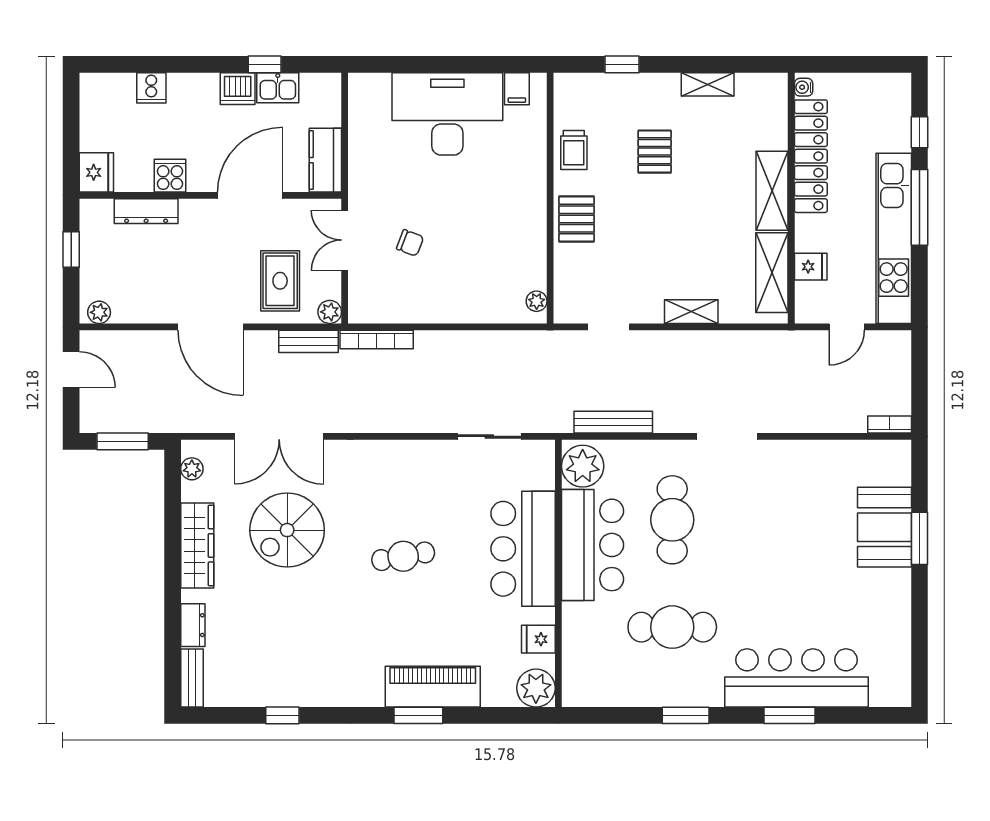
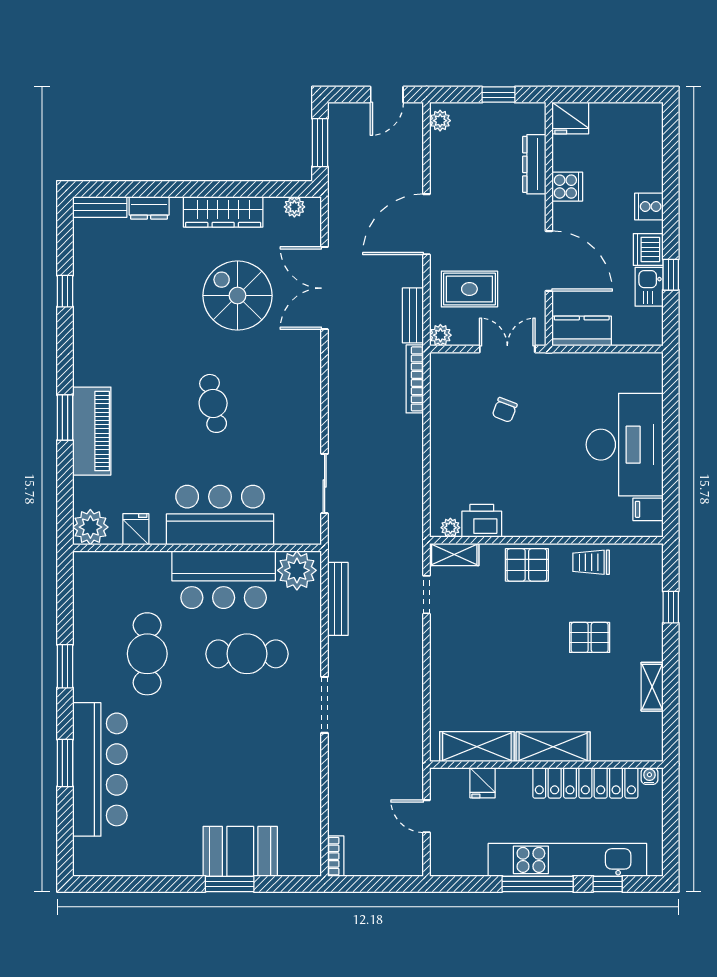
cooker: (151, 88) -> (649, 207), moved
kitchen unit: (894, 238) -> (567, 860), moved
printer: (529, 268) -> (482, 521), added
shelving: (691, 312) -> (454, 554), moved, turned 90

